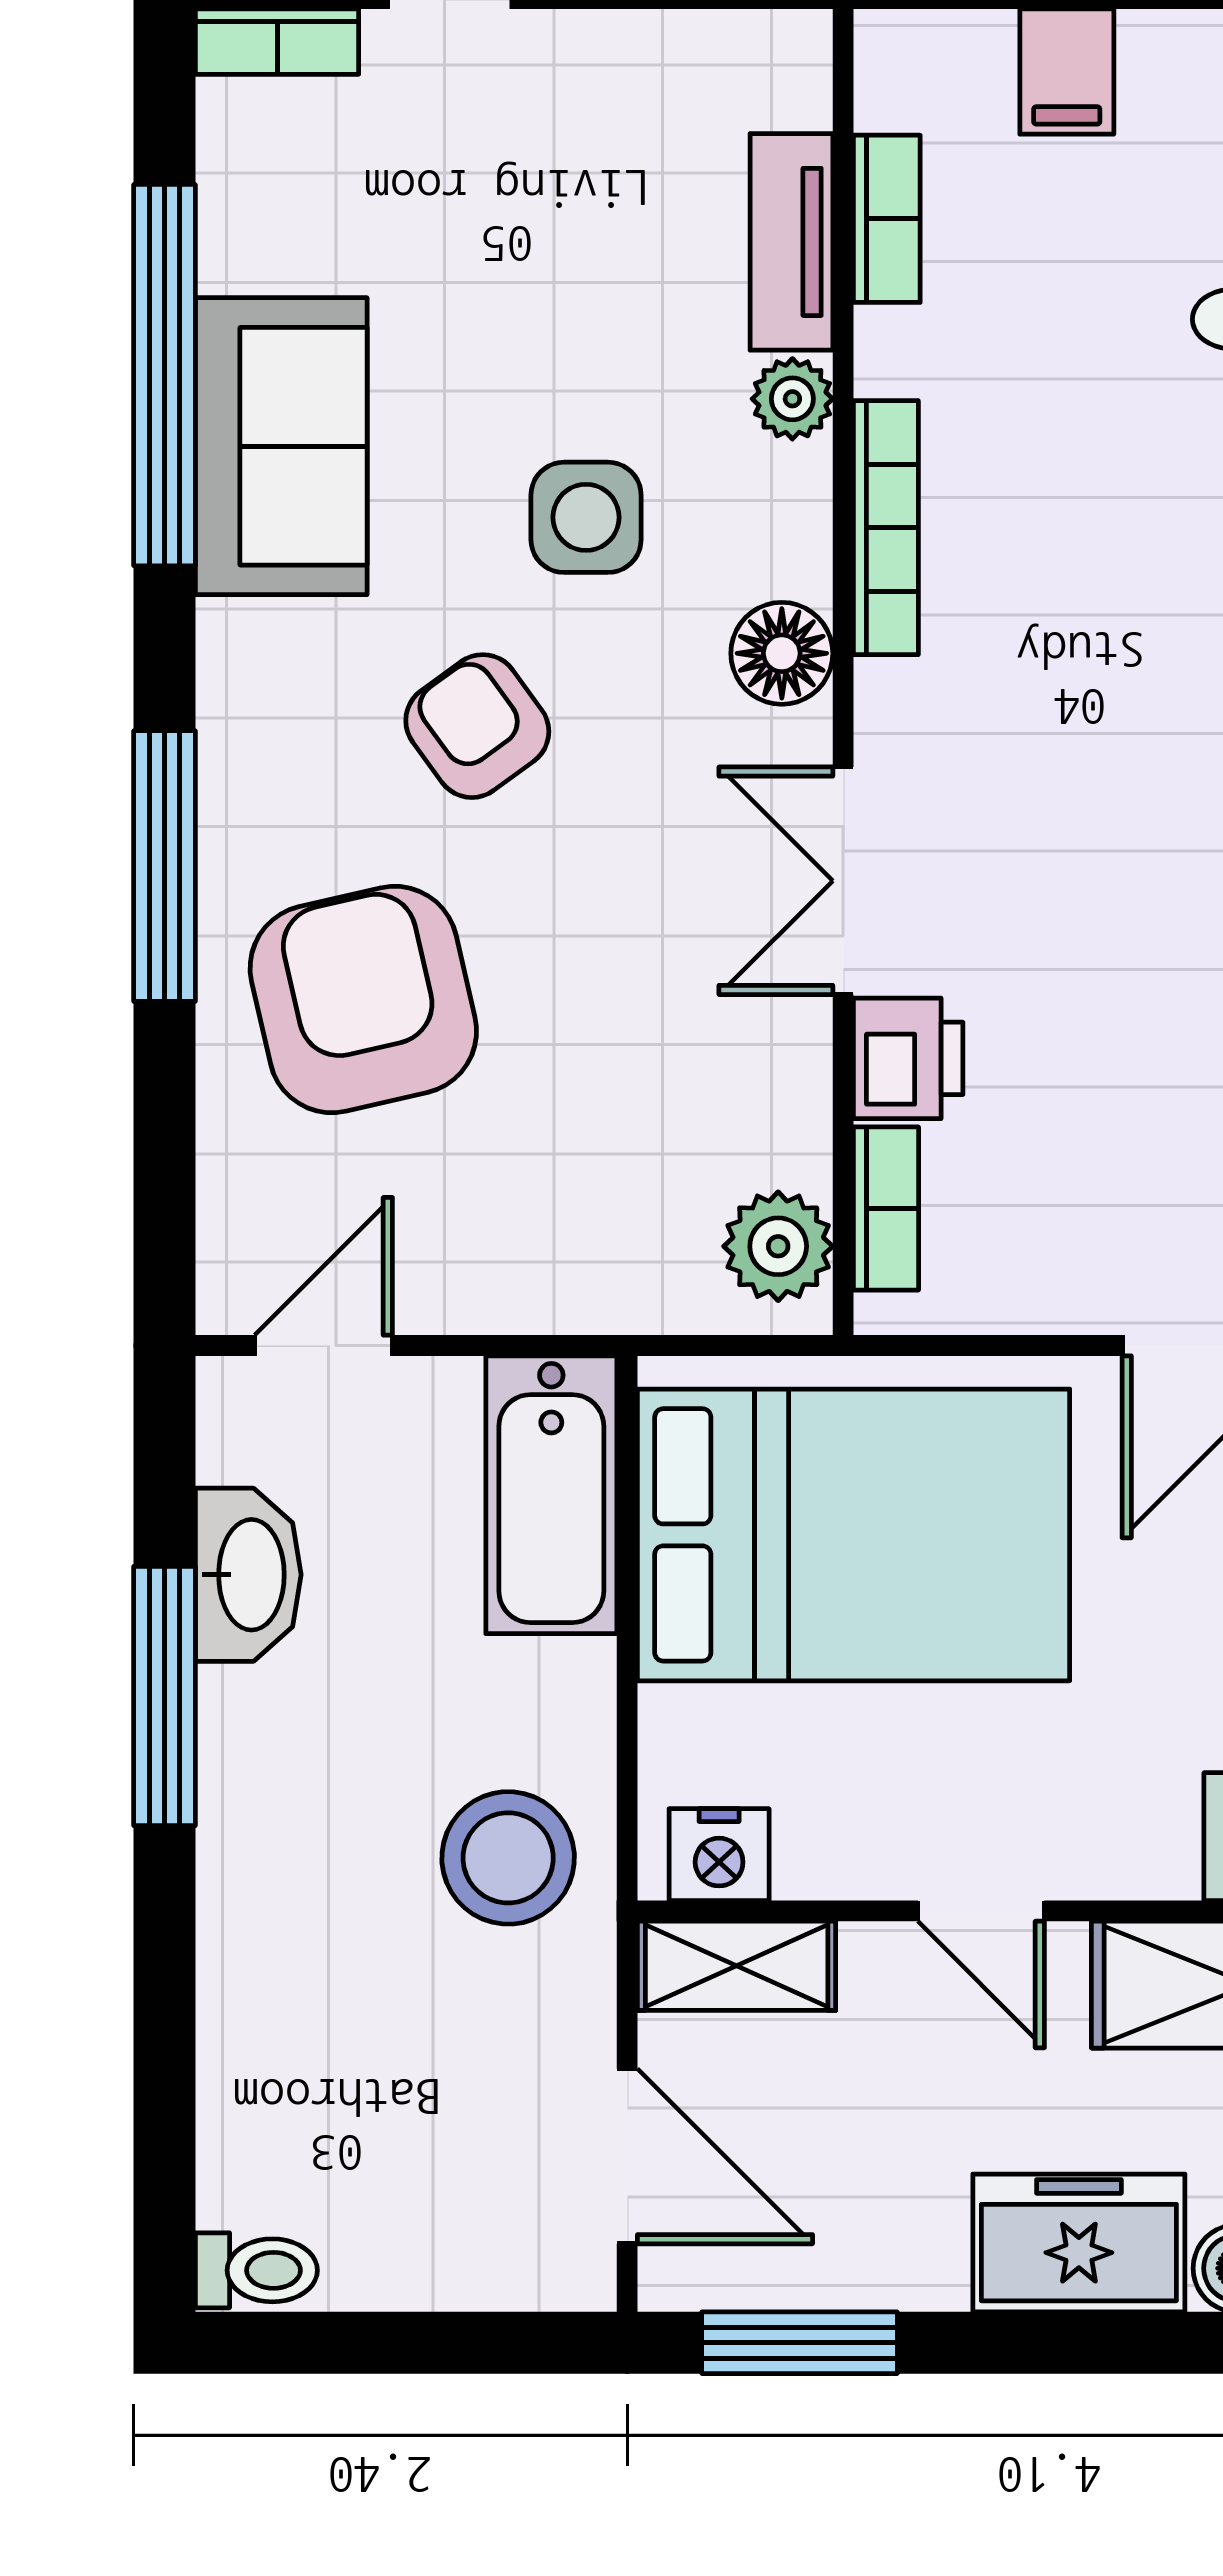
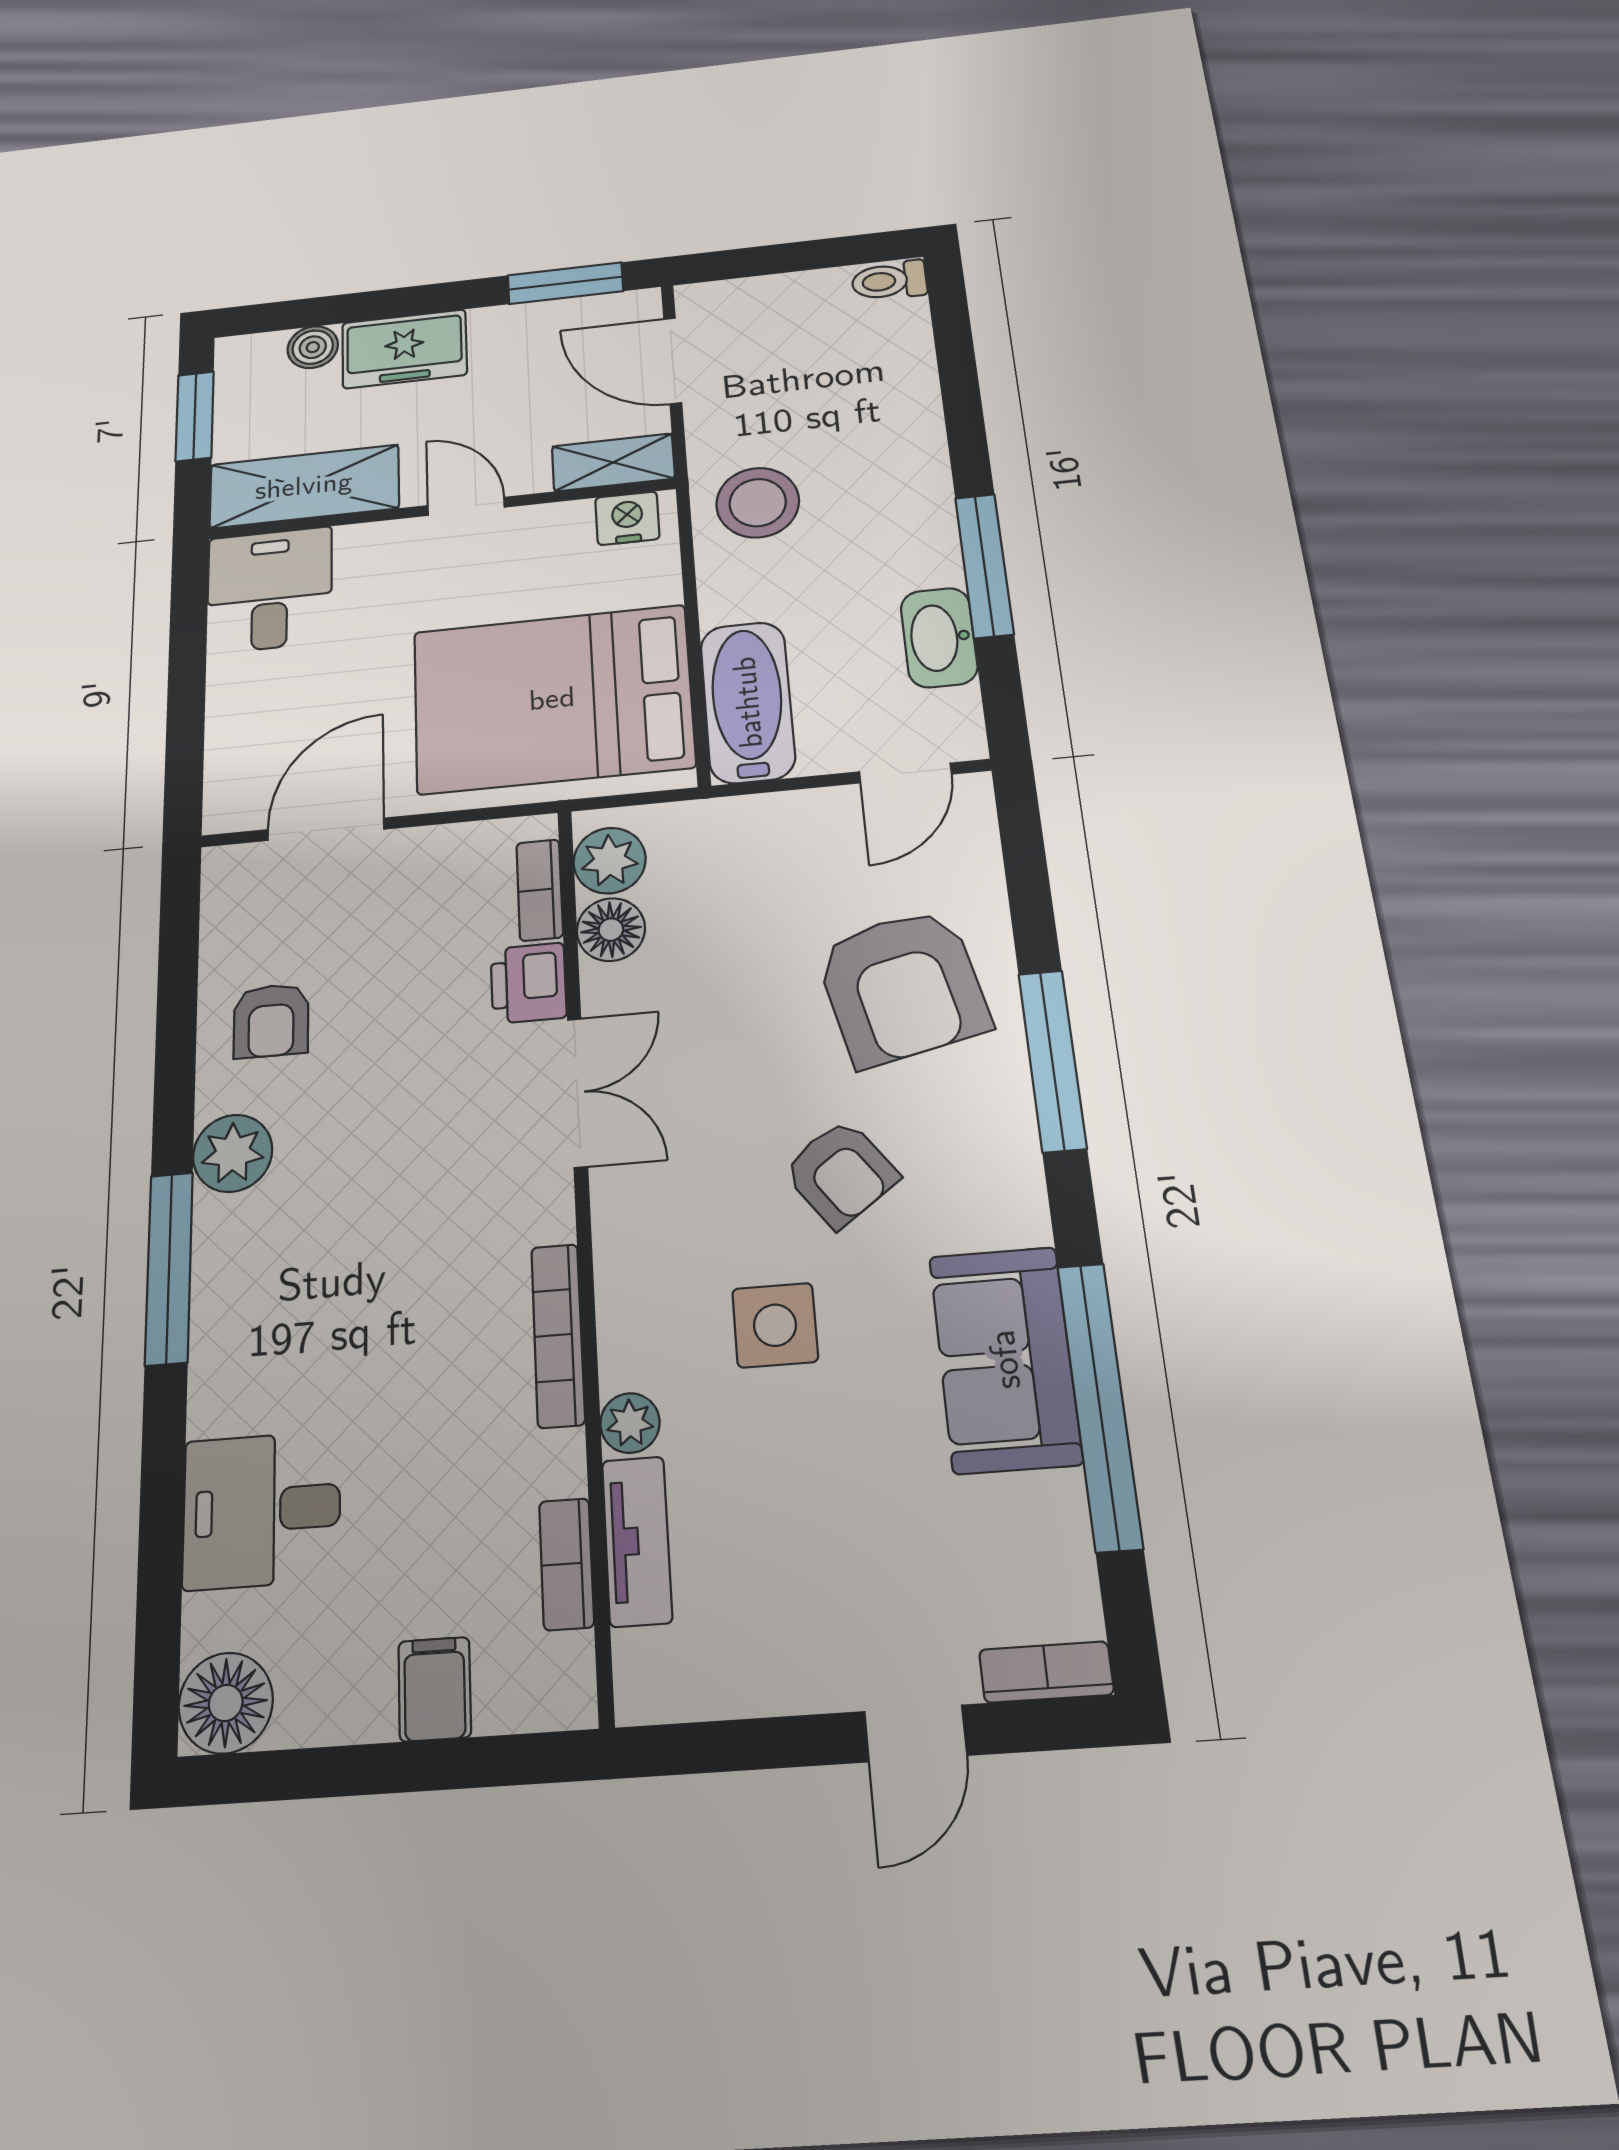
floor lamp: (782, 653) -> (611, 930), moved

